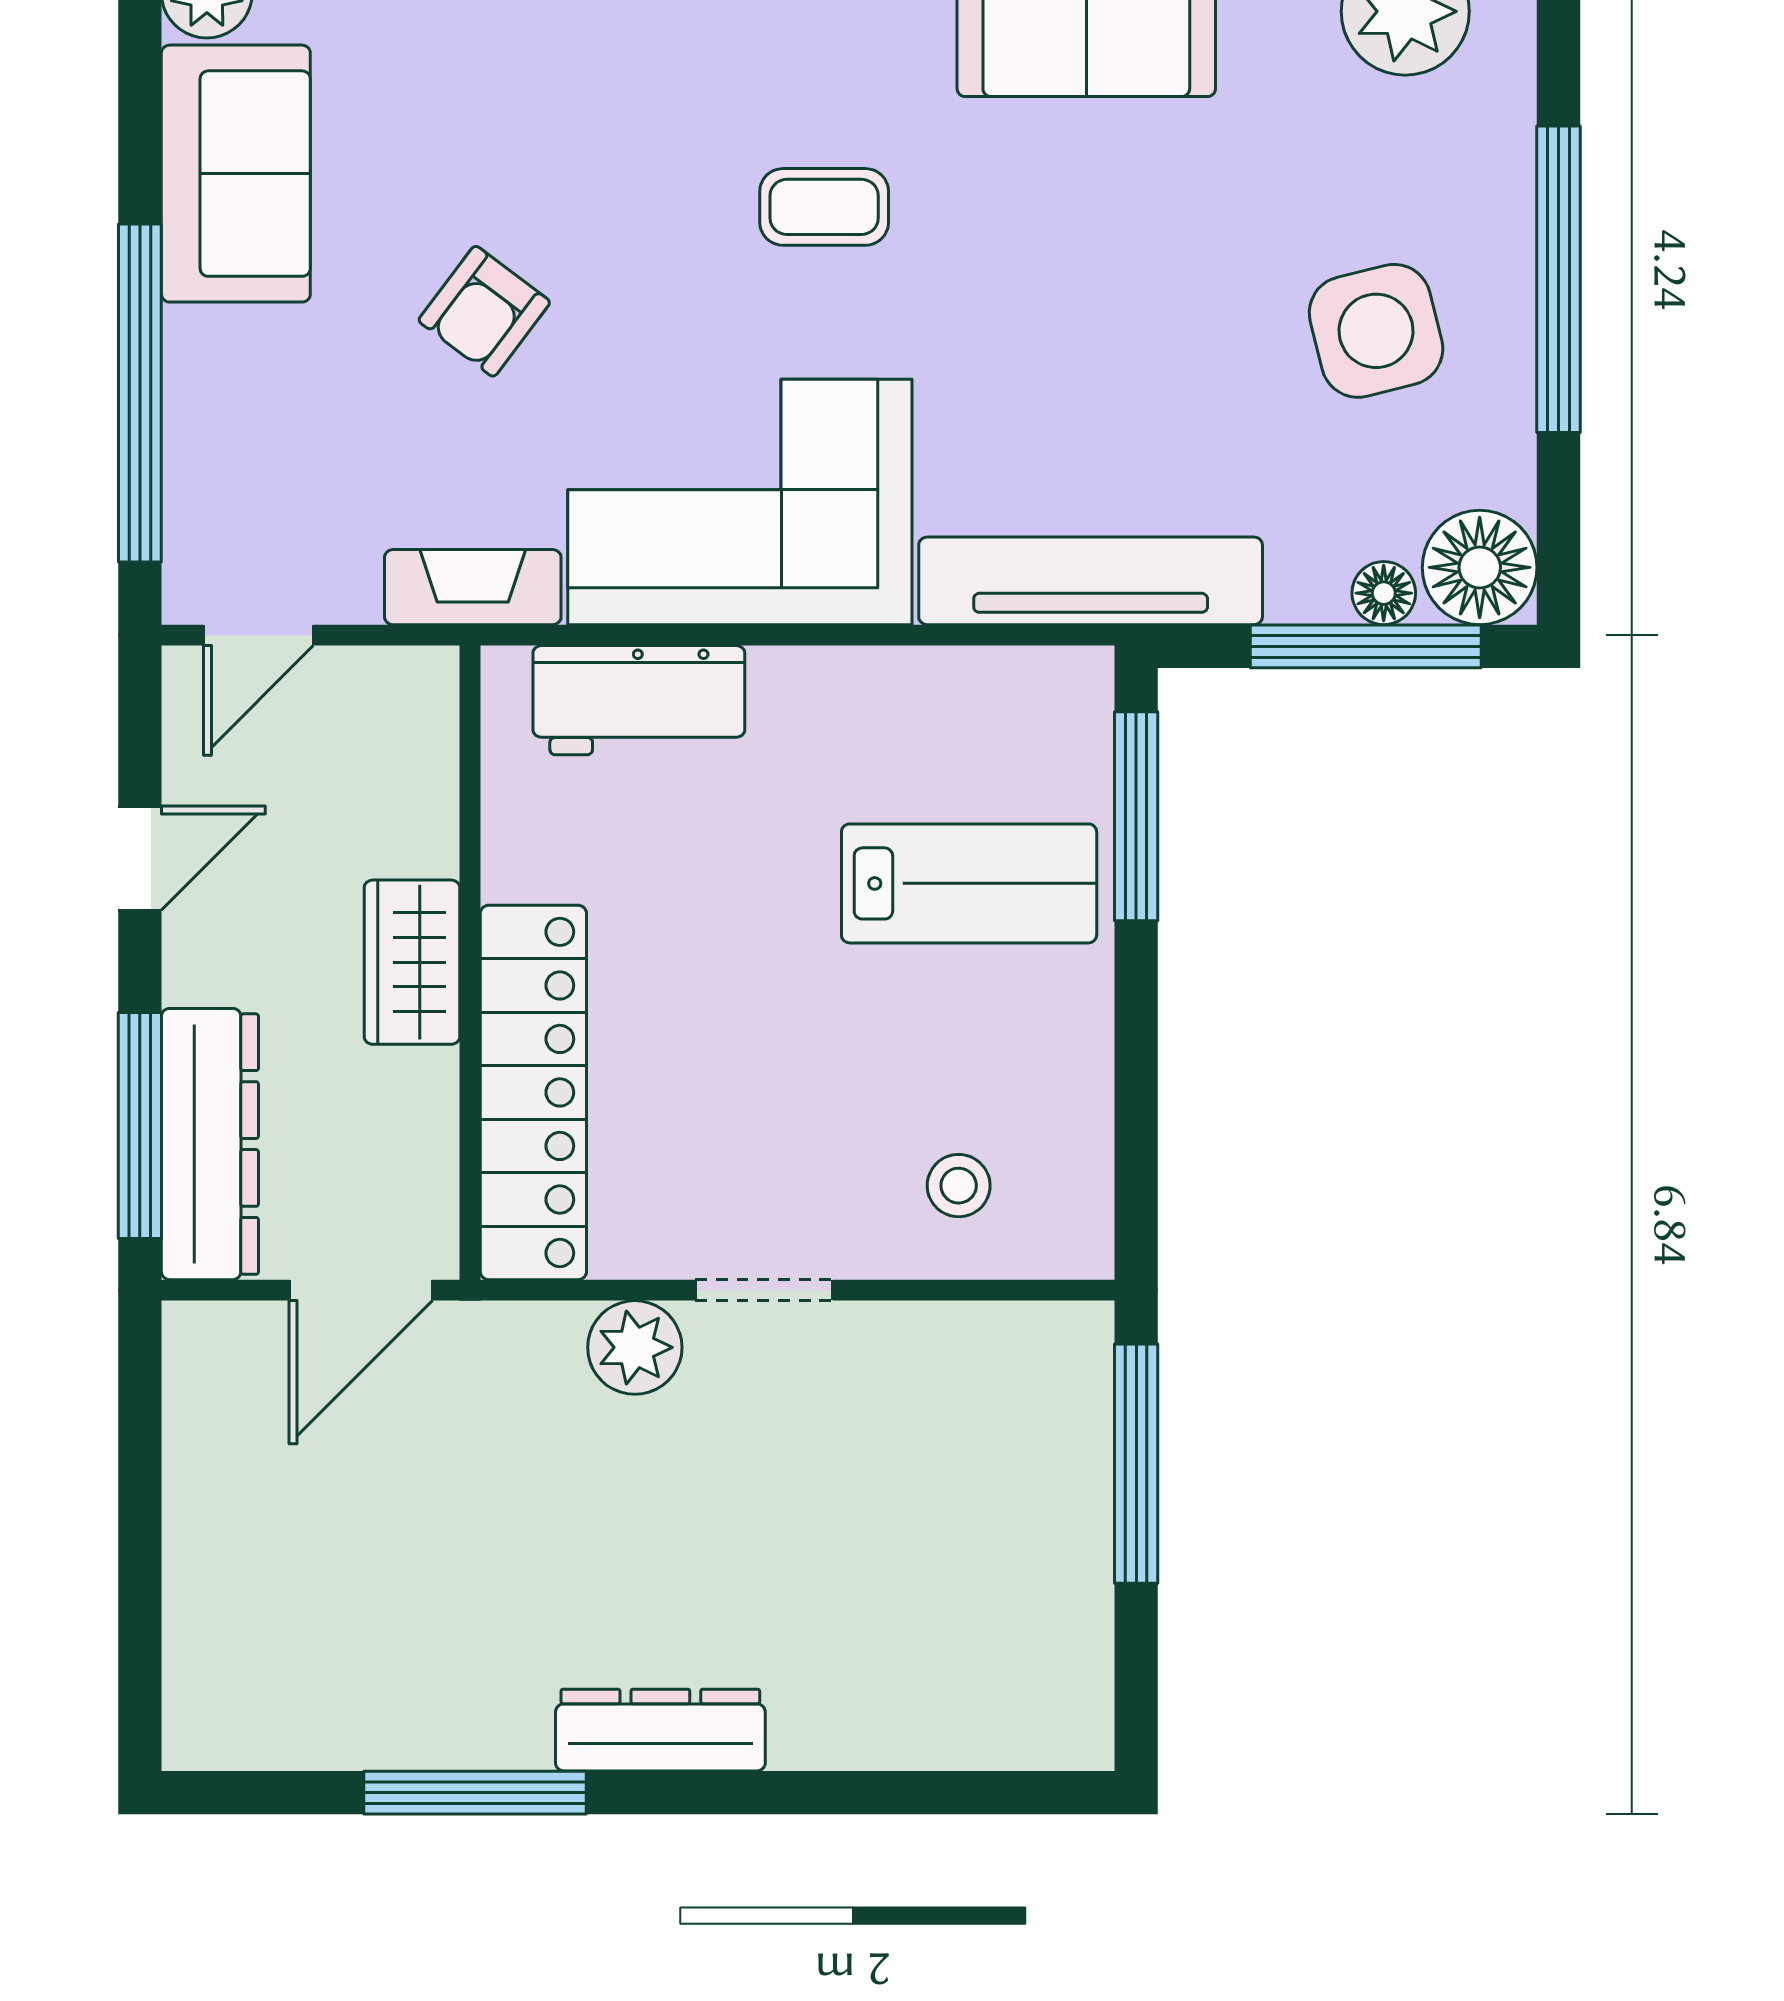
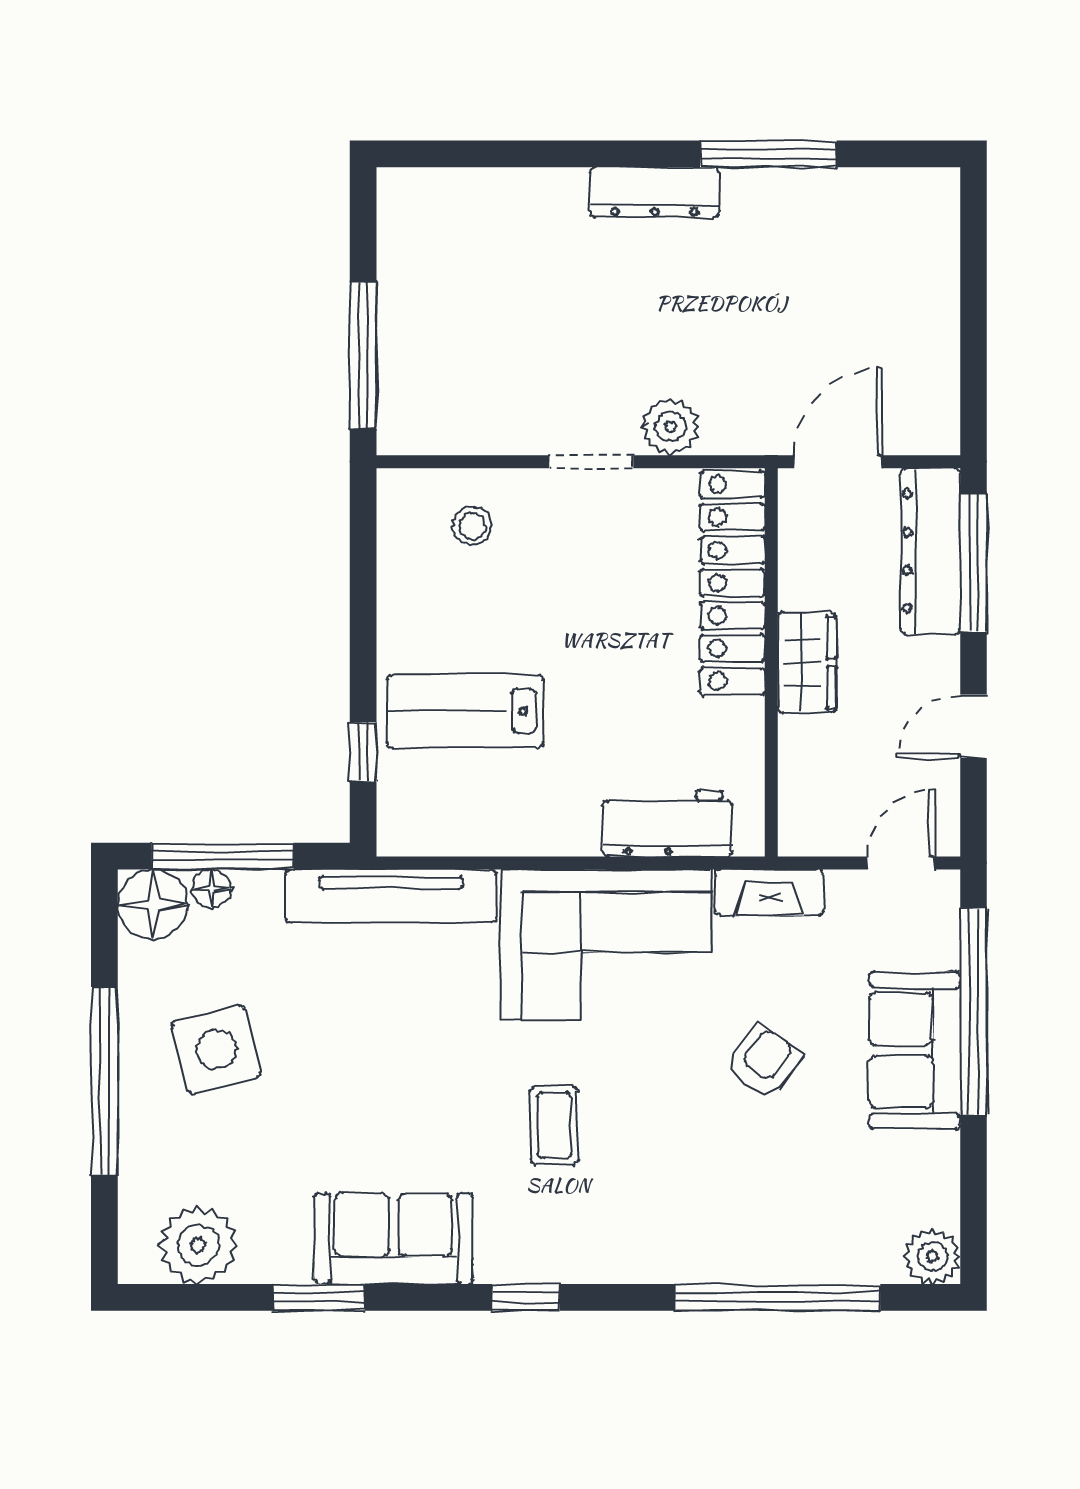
sofa: (236, 174) -> (915, 1050), moved
coffee table: (824, 207) -> (554, 1125), turned 90
window: (1136, 816) -> (363, 752), width x0.46

